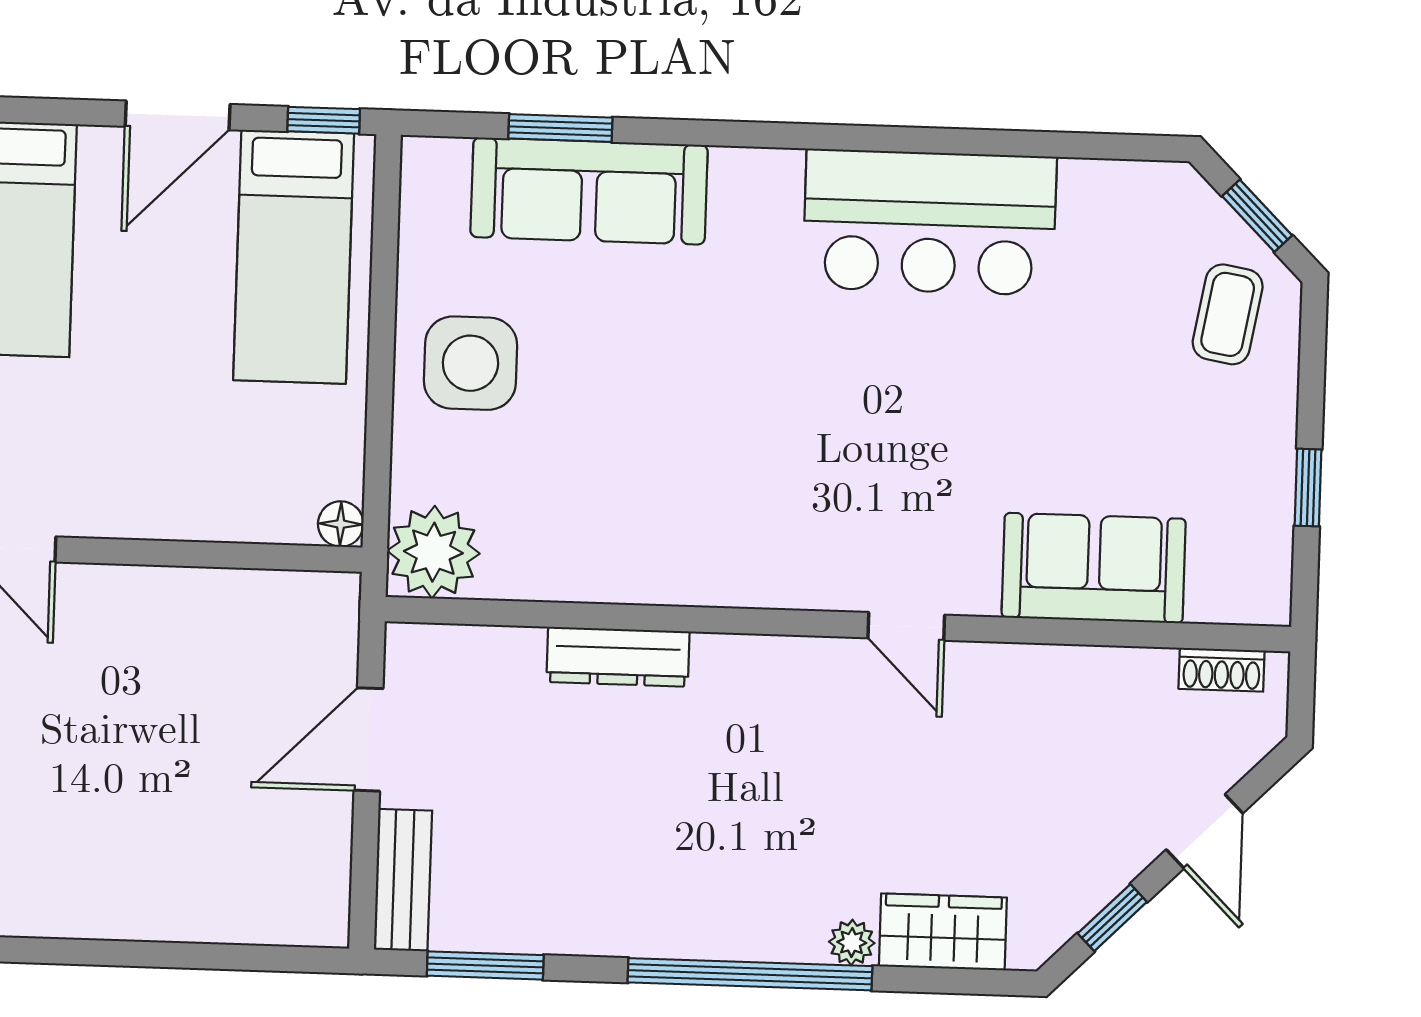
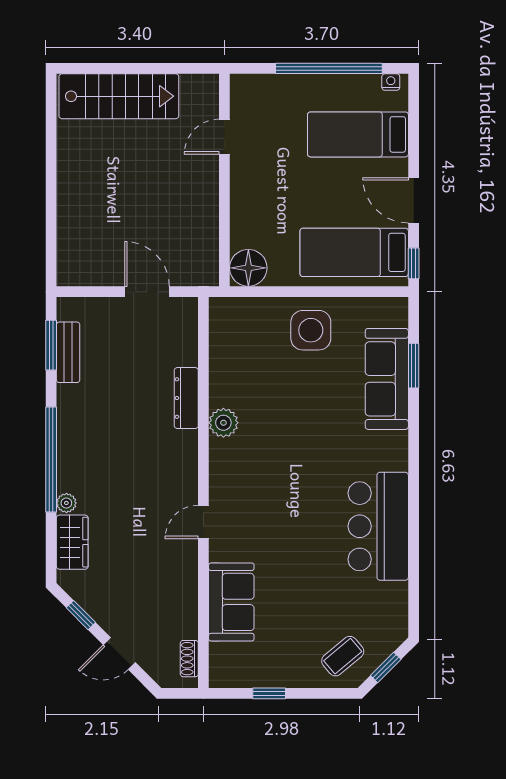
coffee table: (1228, 314) -> (343, 656), turned -50
floor lamp: (341, 524) -> (248, 268), width x1.89, depth x1.89
plant: (433, 552) -> (223, 423), moved, width x0.73, depth x0.73
bench: (403, 880) -> (68, 352), moved, turned 90

